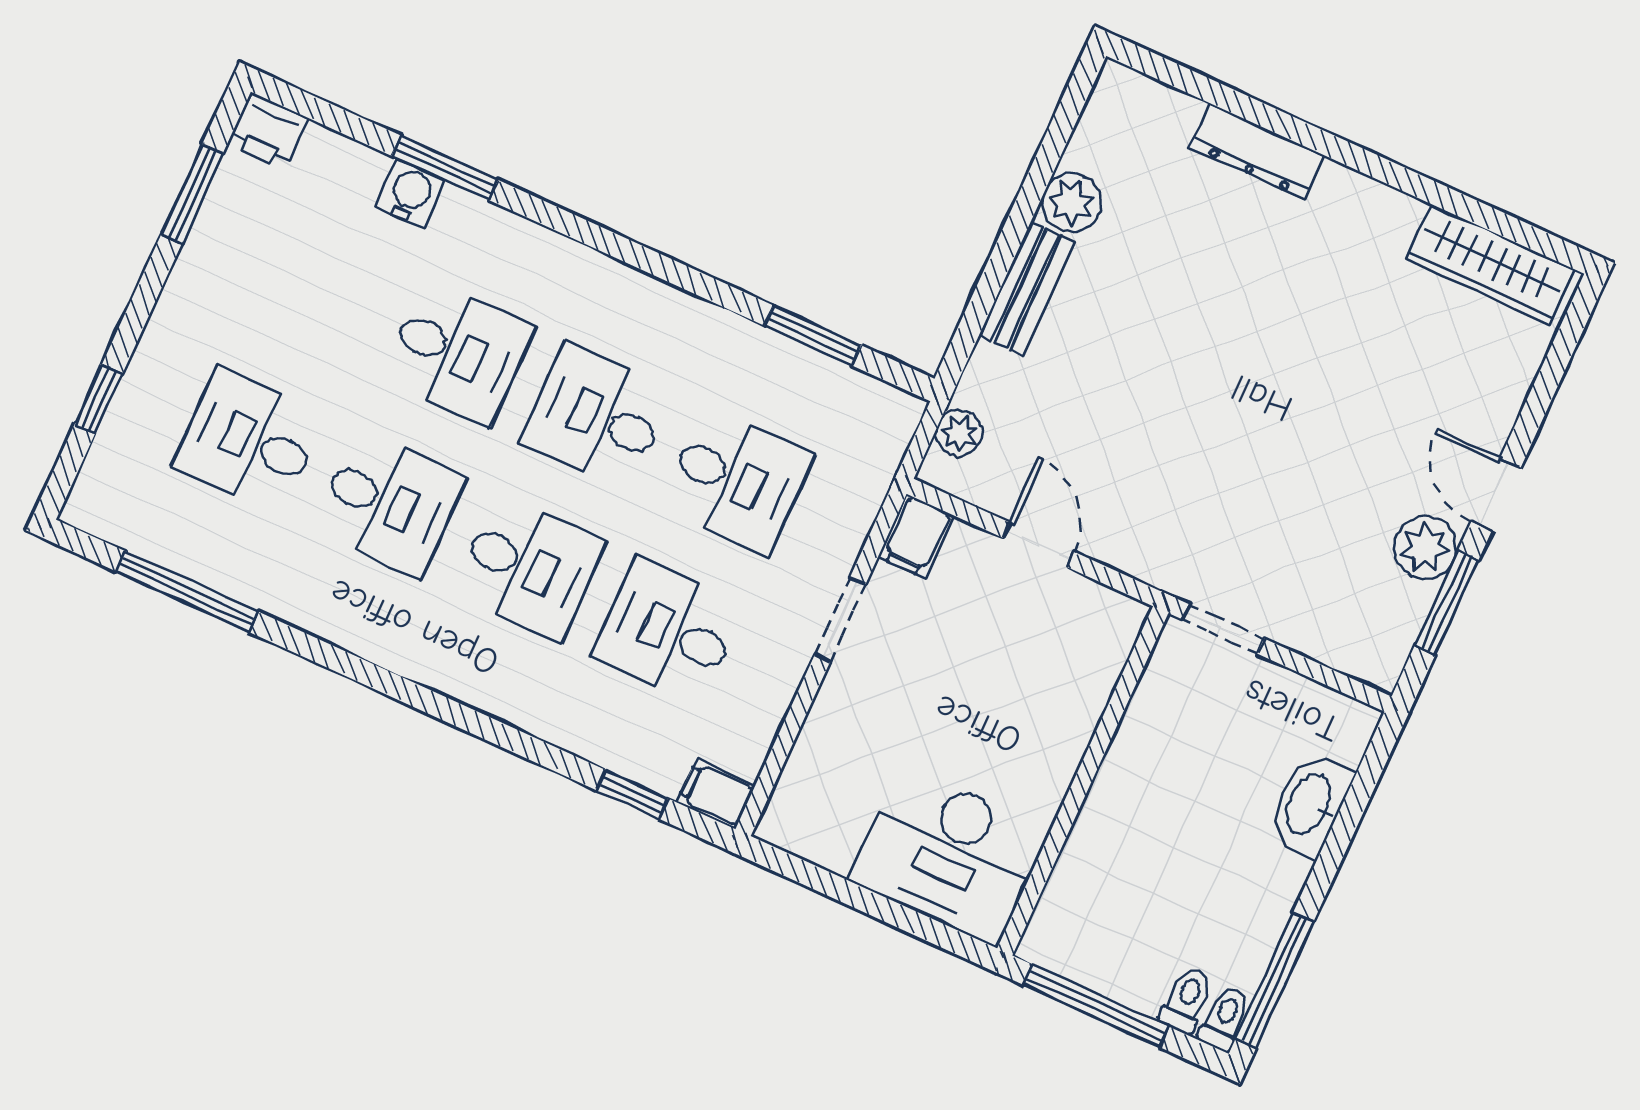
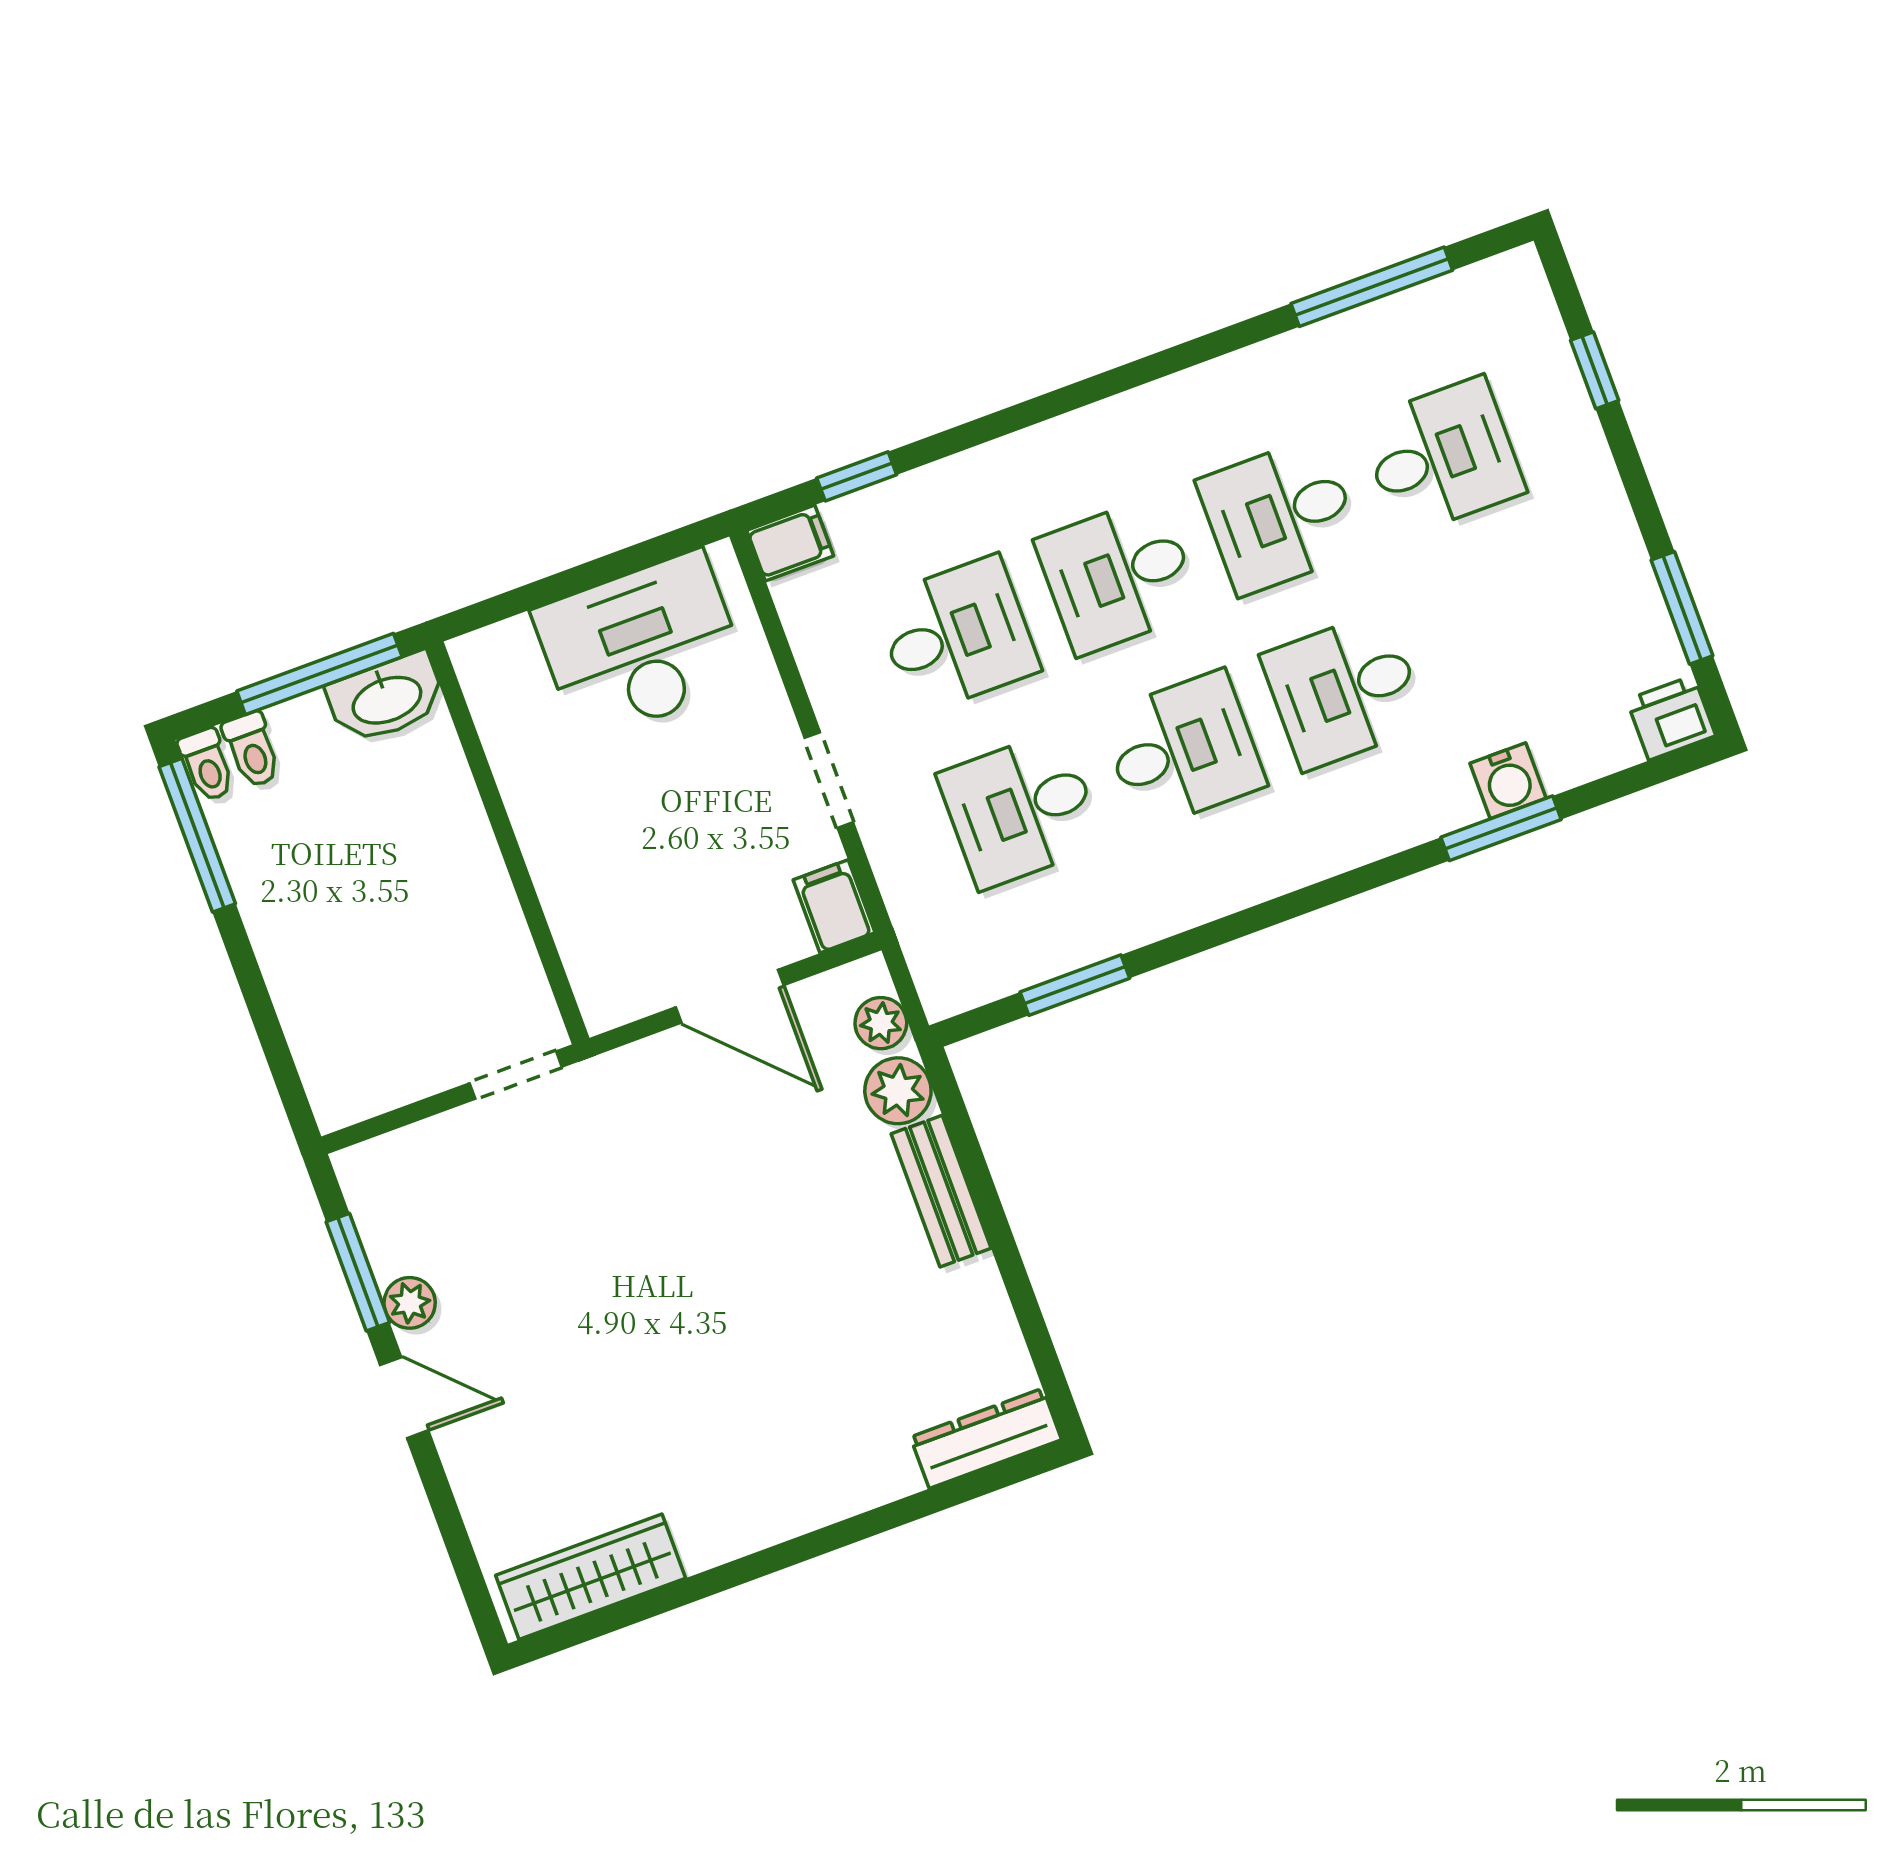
dresser: (1257, 152) -> (986, 1438), moved
plant: (1072, 203) -> (898, 1091), moved
door: (1038, 545) -> (730, 996), width x1.38
plant: (1425, 548) -> (410, 1303), width x0.73, depth x0.73
washbasin: (1310, 805) -> (386, 698), moved, turned 90
desk: (949, 855) -> (641, 646), moved

